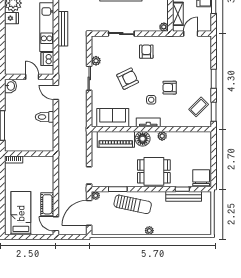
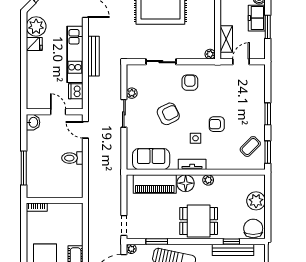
plant: (204, 154) -> (256, 201), added

